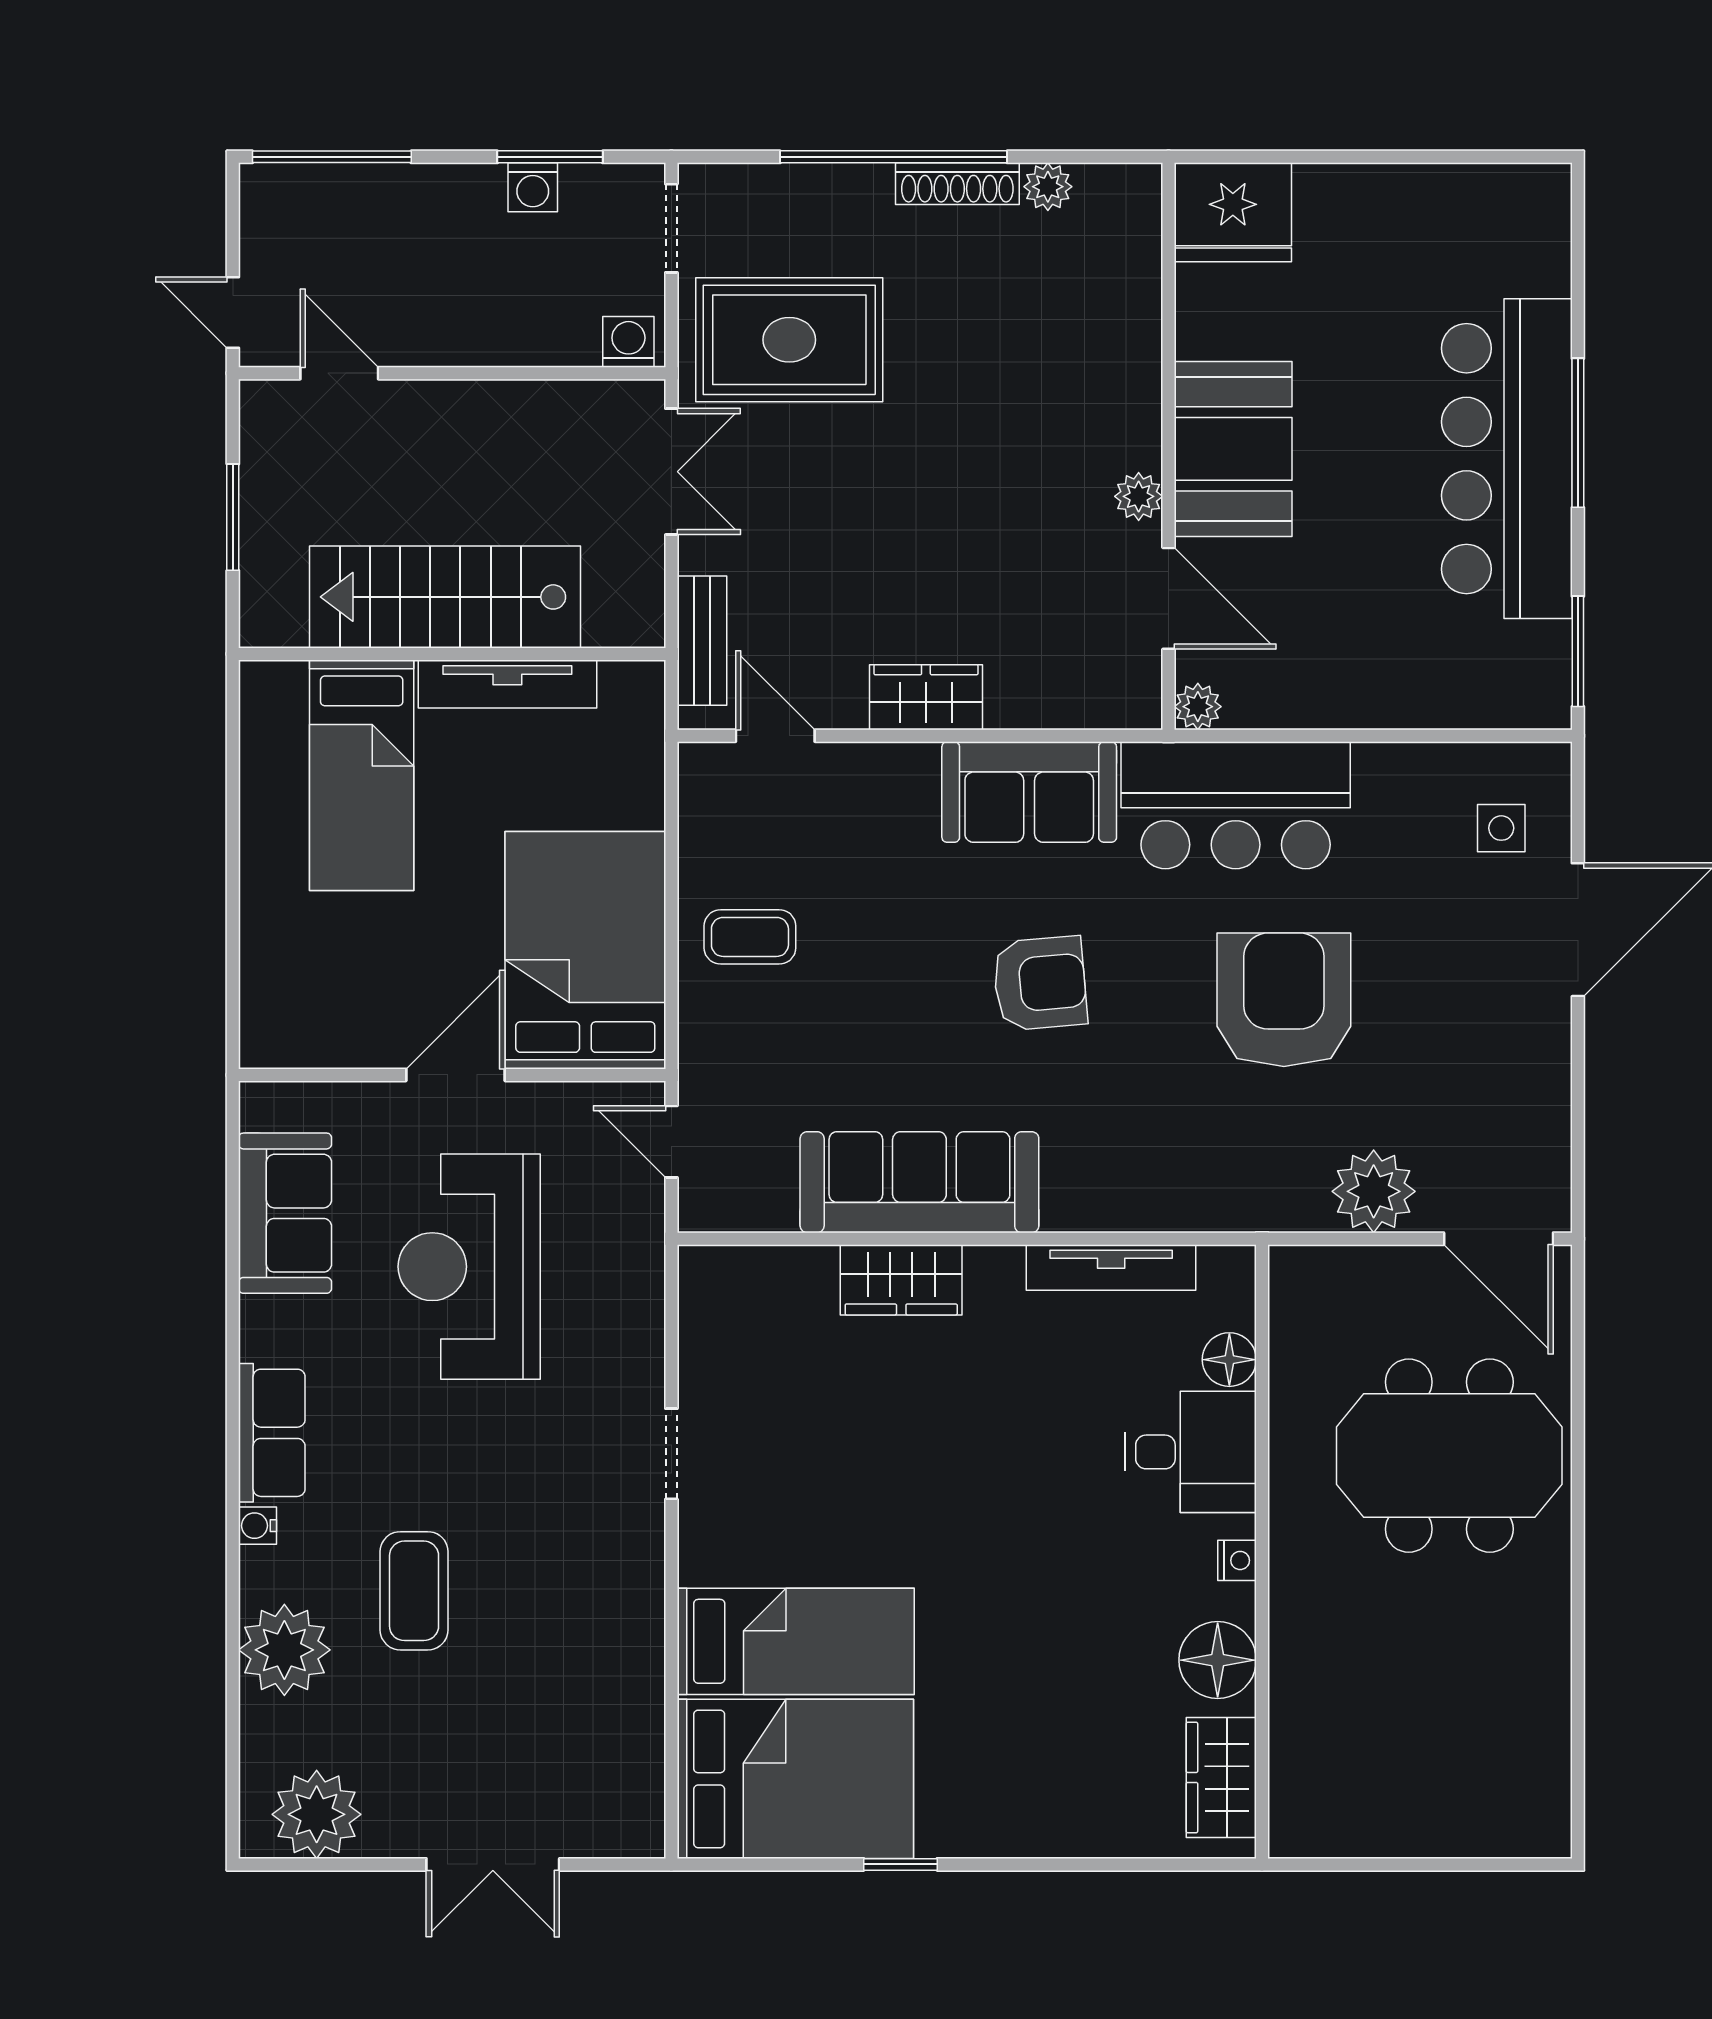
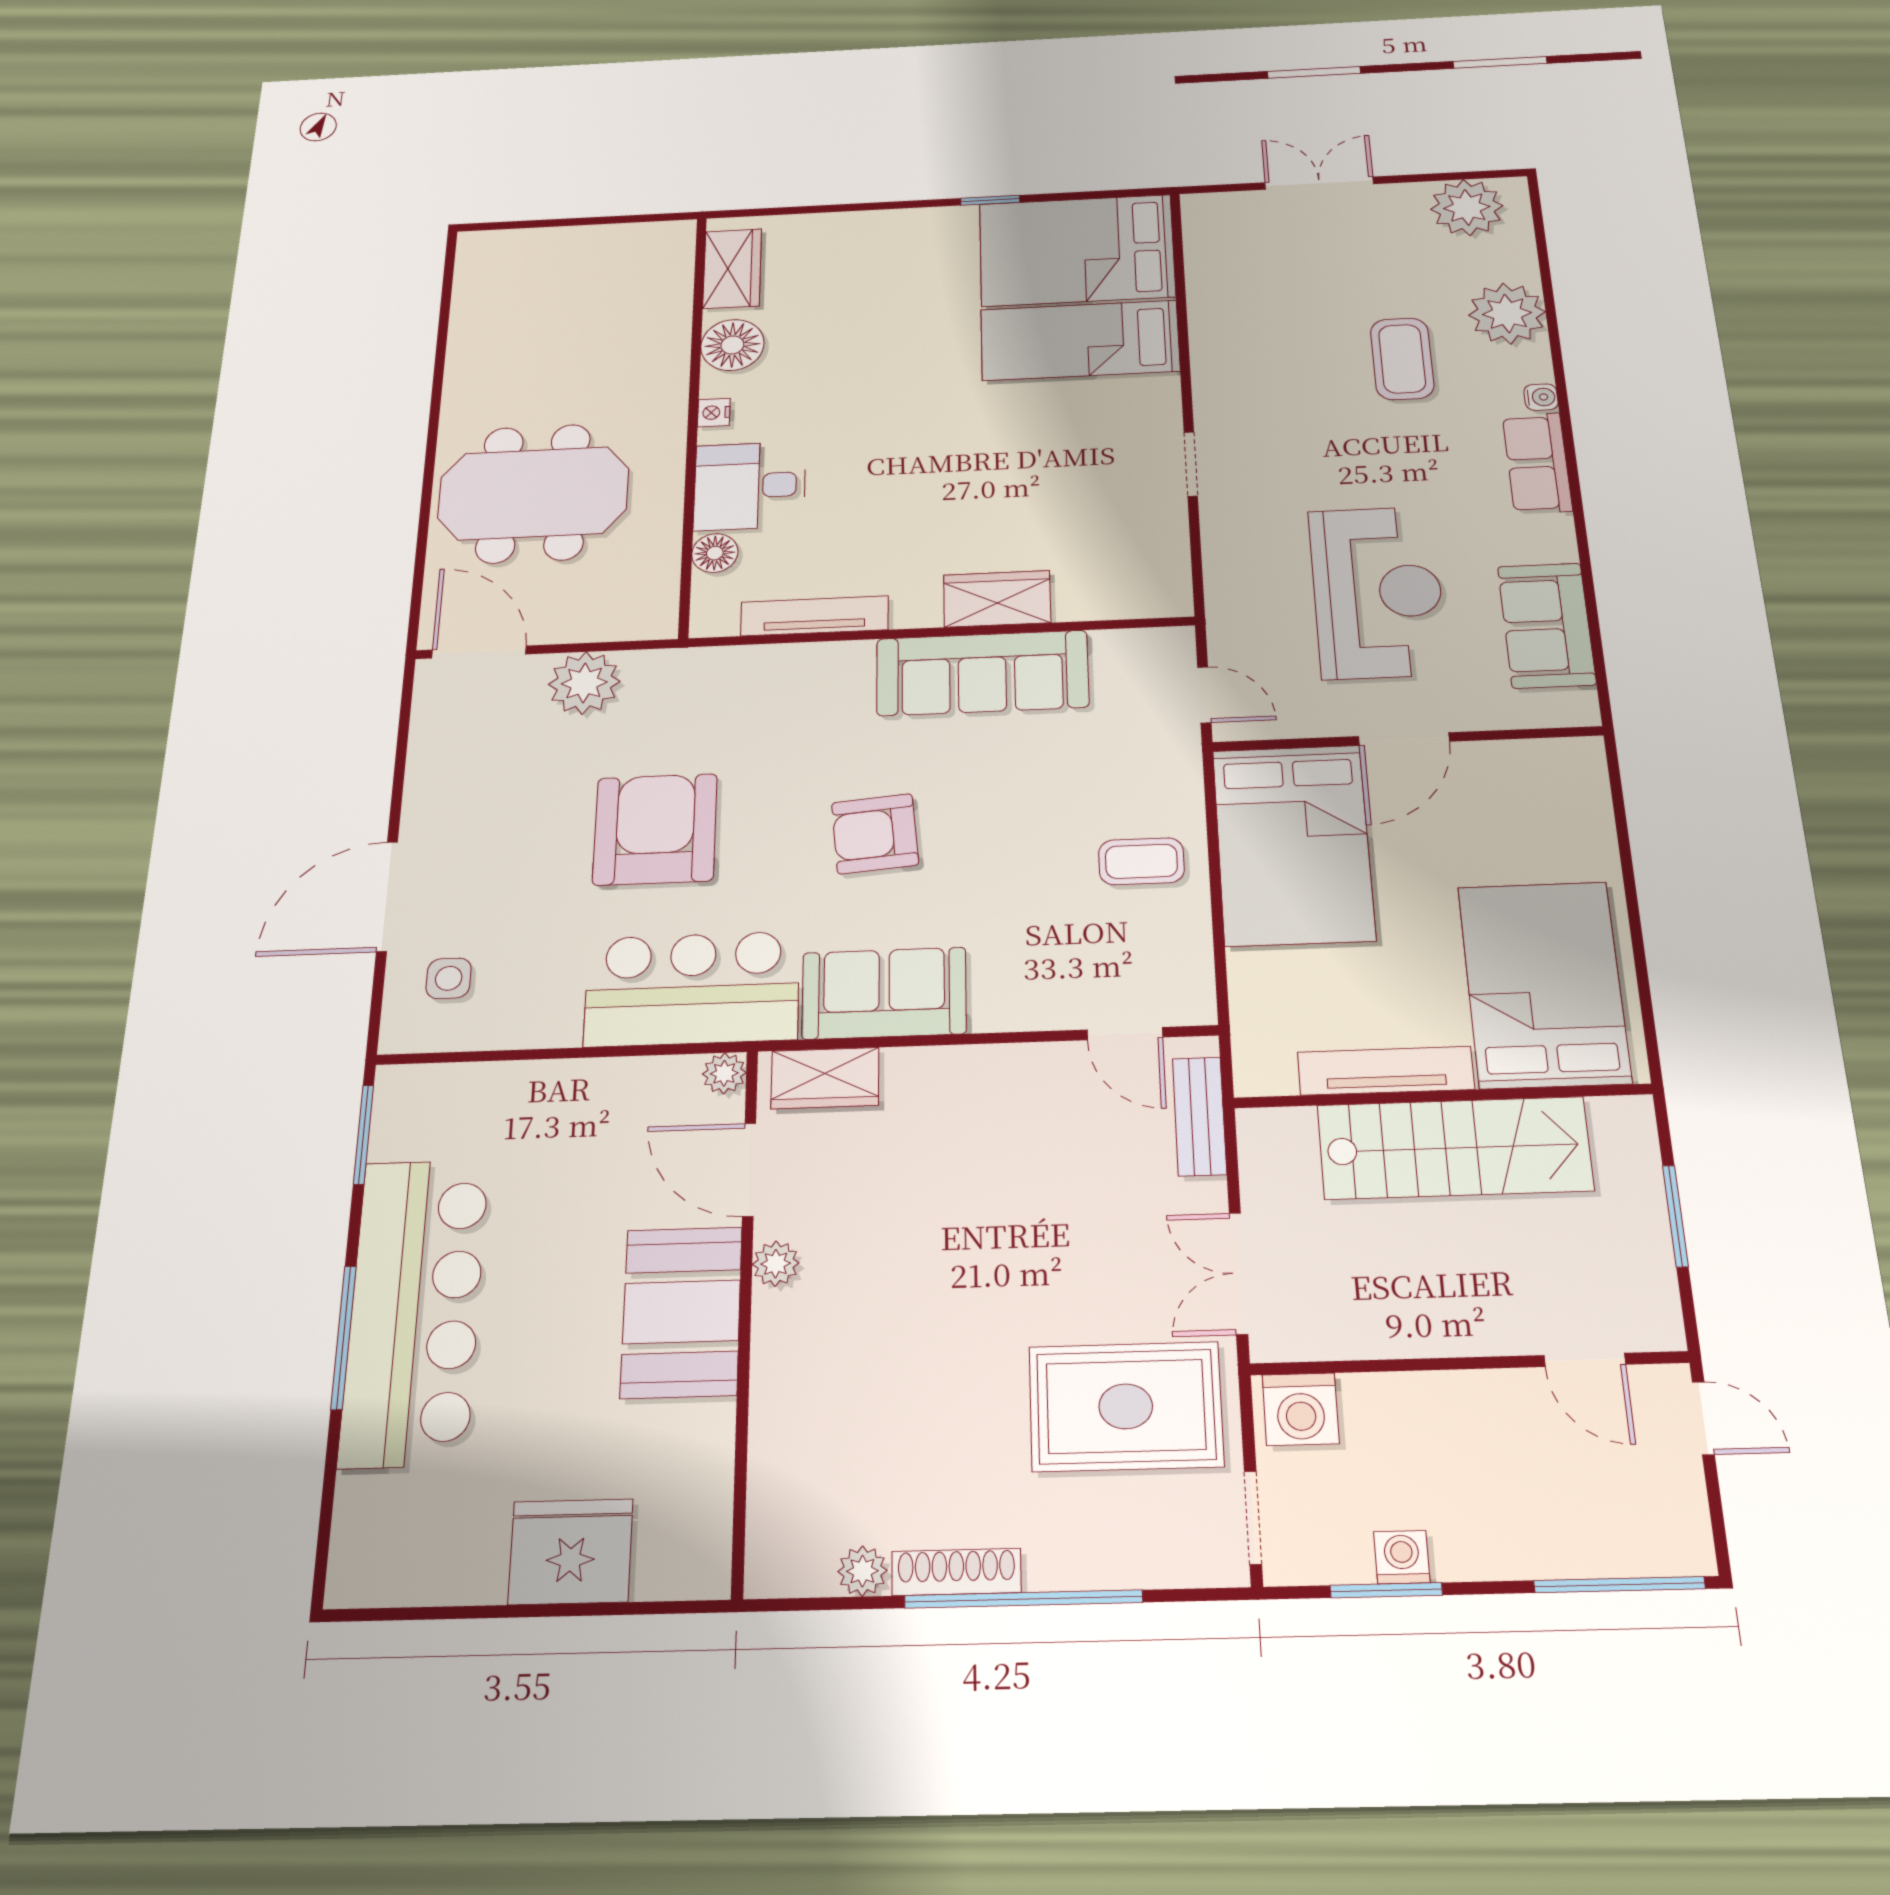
fridge: (1233, 212) -> (571, 1552), moved
washing machine: (628, 342) -> (1301, 1409), width x1.38, depth x1.38
wardrobe: (926, 697) -> (825, 1078), moved
bed: (362, 775) -> (1544, 984), width x1.50
armchair: (1284, 1000) -> (655, 829), turned 180

